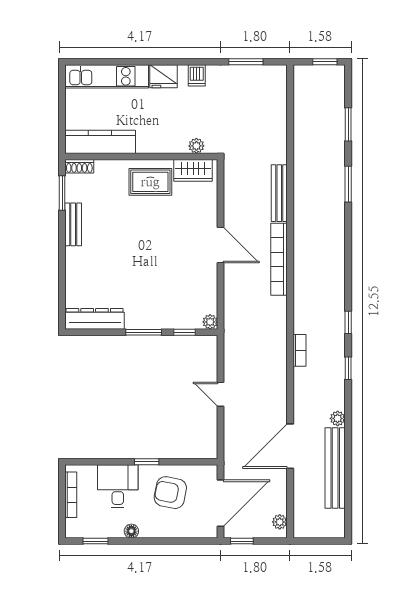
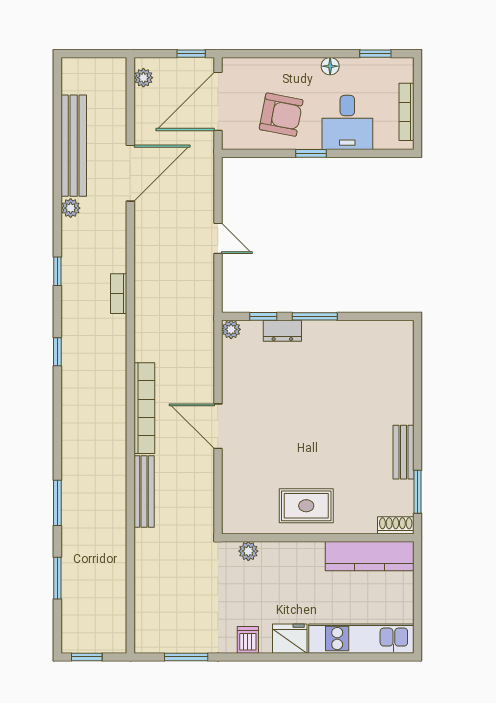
wardrobe: (193, 170) -> (253, 520), removed
dresser: (95, 319) -> (282, 331), moved, width x0.51, depth x0.80
window: (348, 322) -> (57, 352), moved

